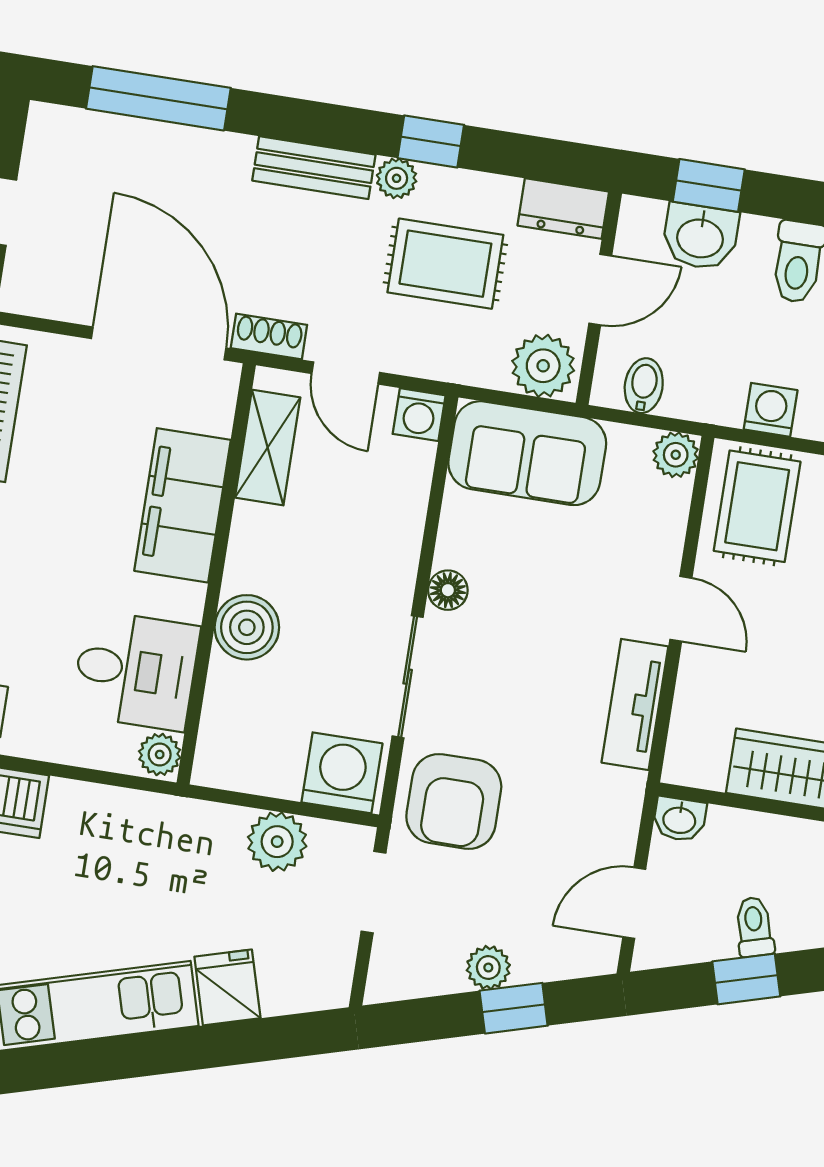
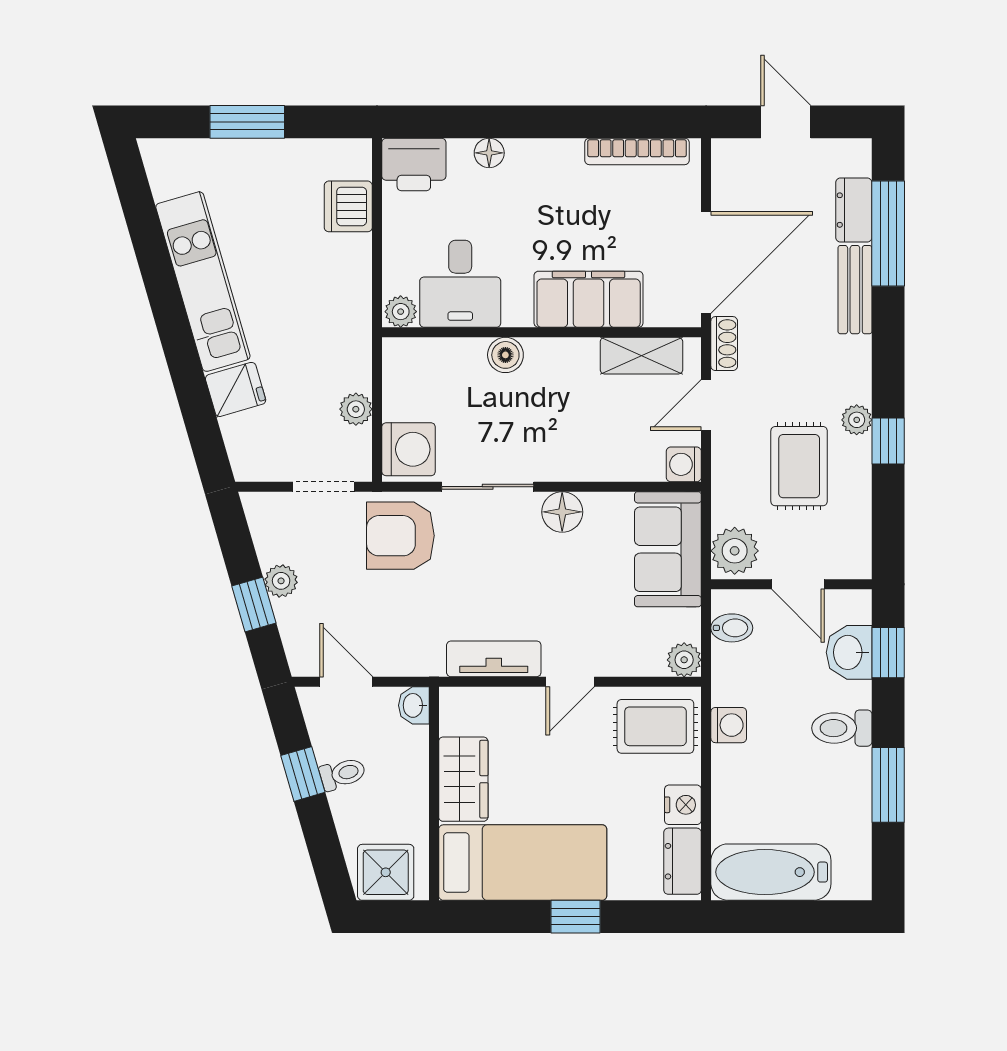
bench: (314, 168) -> (855, 290), moved
dresser: (563, 209) -> (854, 210), moved
floor lamp: (448, 590) -> (562, 512), width x1.37, depth x1.37
boiler: (247, 627) -> (505, 355), width x0.73, depth x0.73
plant: (277, 842) -> (356, 409), width x0.73, depth x0.73

